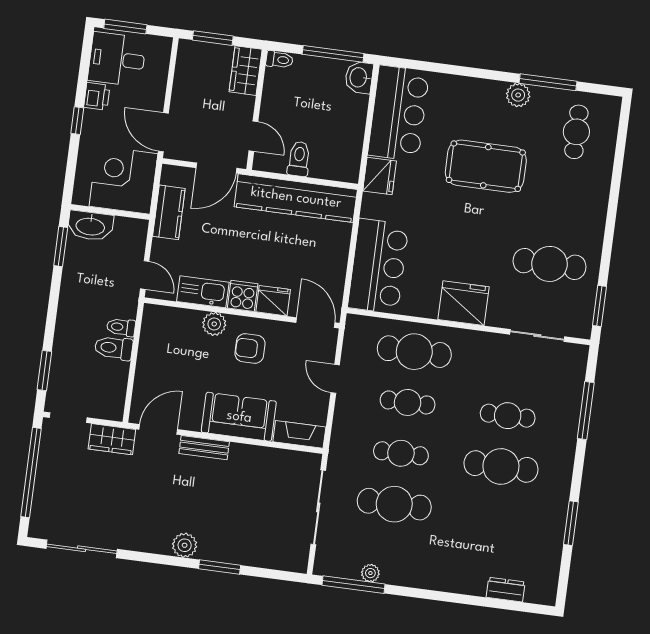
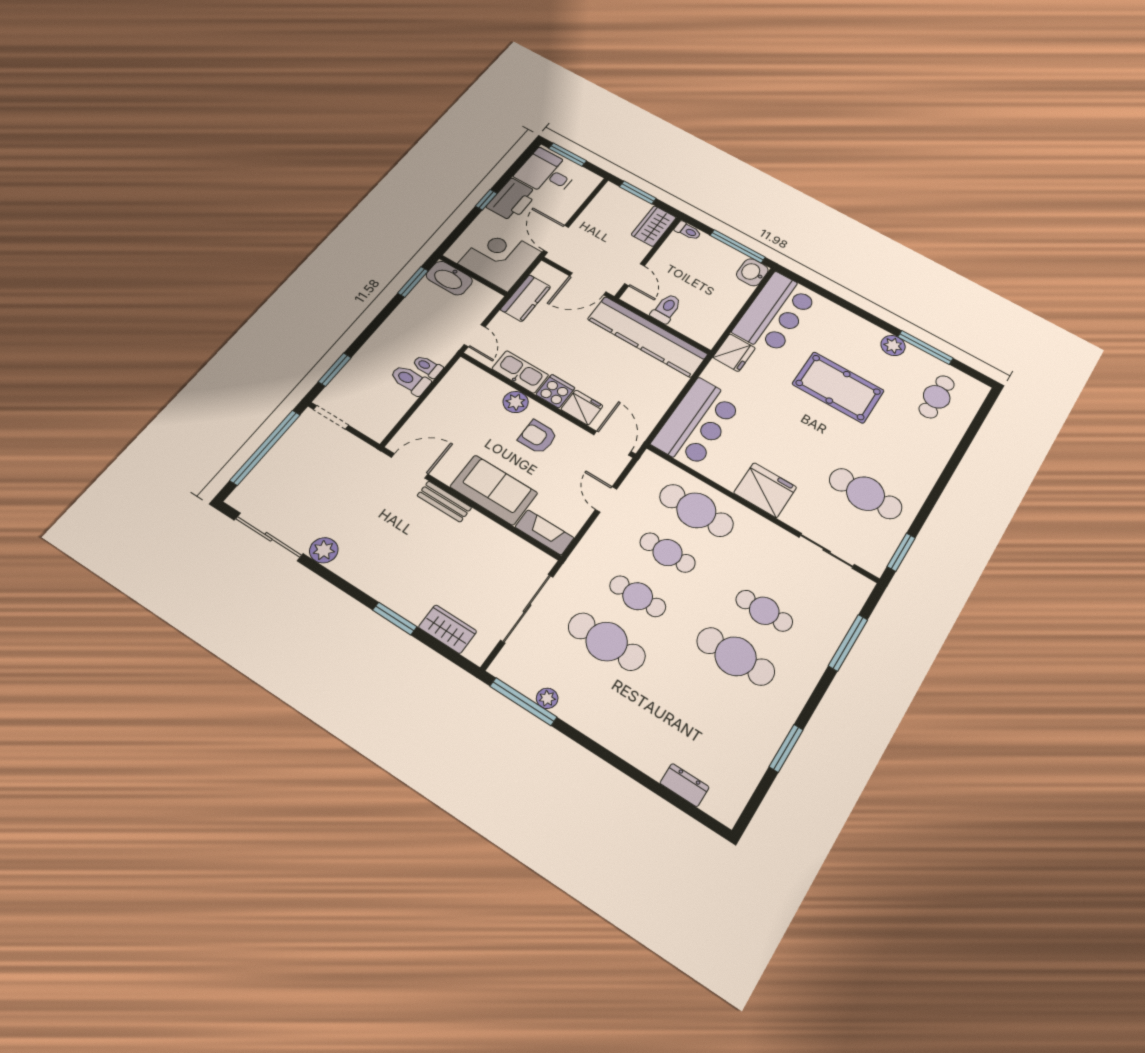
printer: (97, 96) -> (512, 200), width x1.87, depth x1.48
wardrobe: (112, 439) -> (448, 629), moved, turned 180
plant: (185, 545) -> (324, 550), moved

